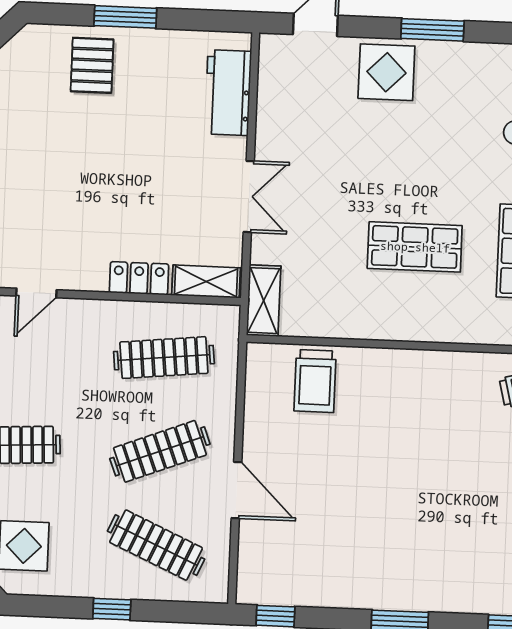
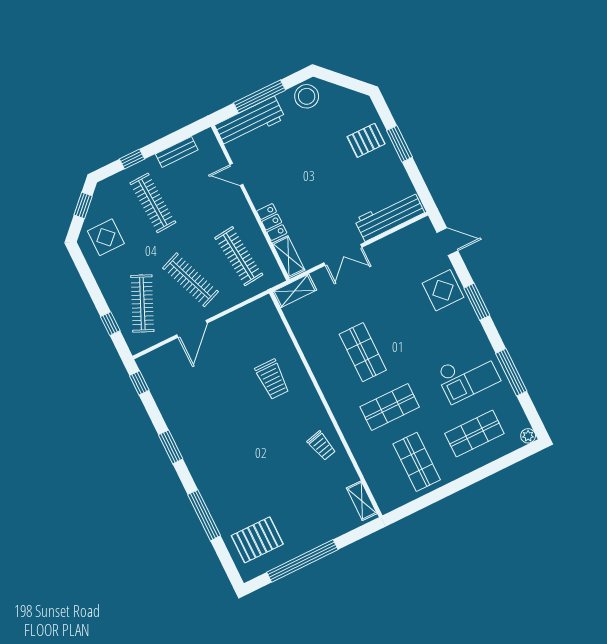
workbench: (228, 93) -> (389, 216), width x1.37
trolley: (315, 381) -> (272, 379), moved, turned -90
window: (112, 609) -> (110, 324), moved

